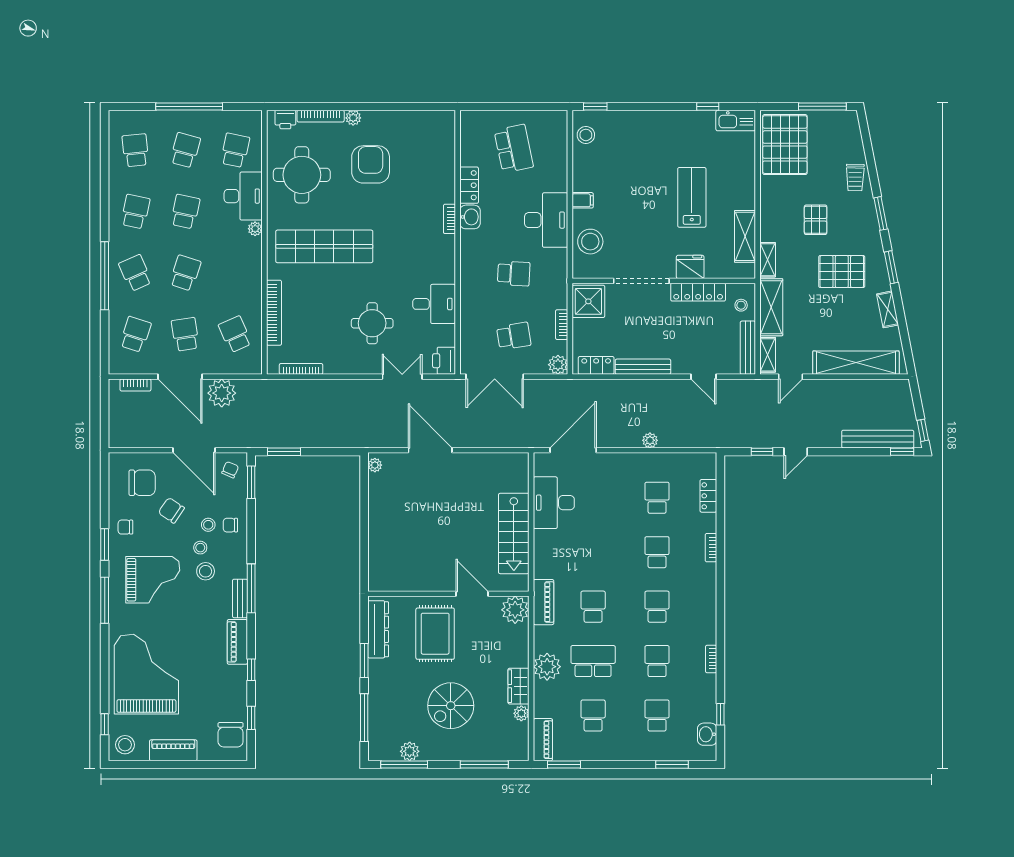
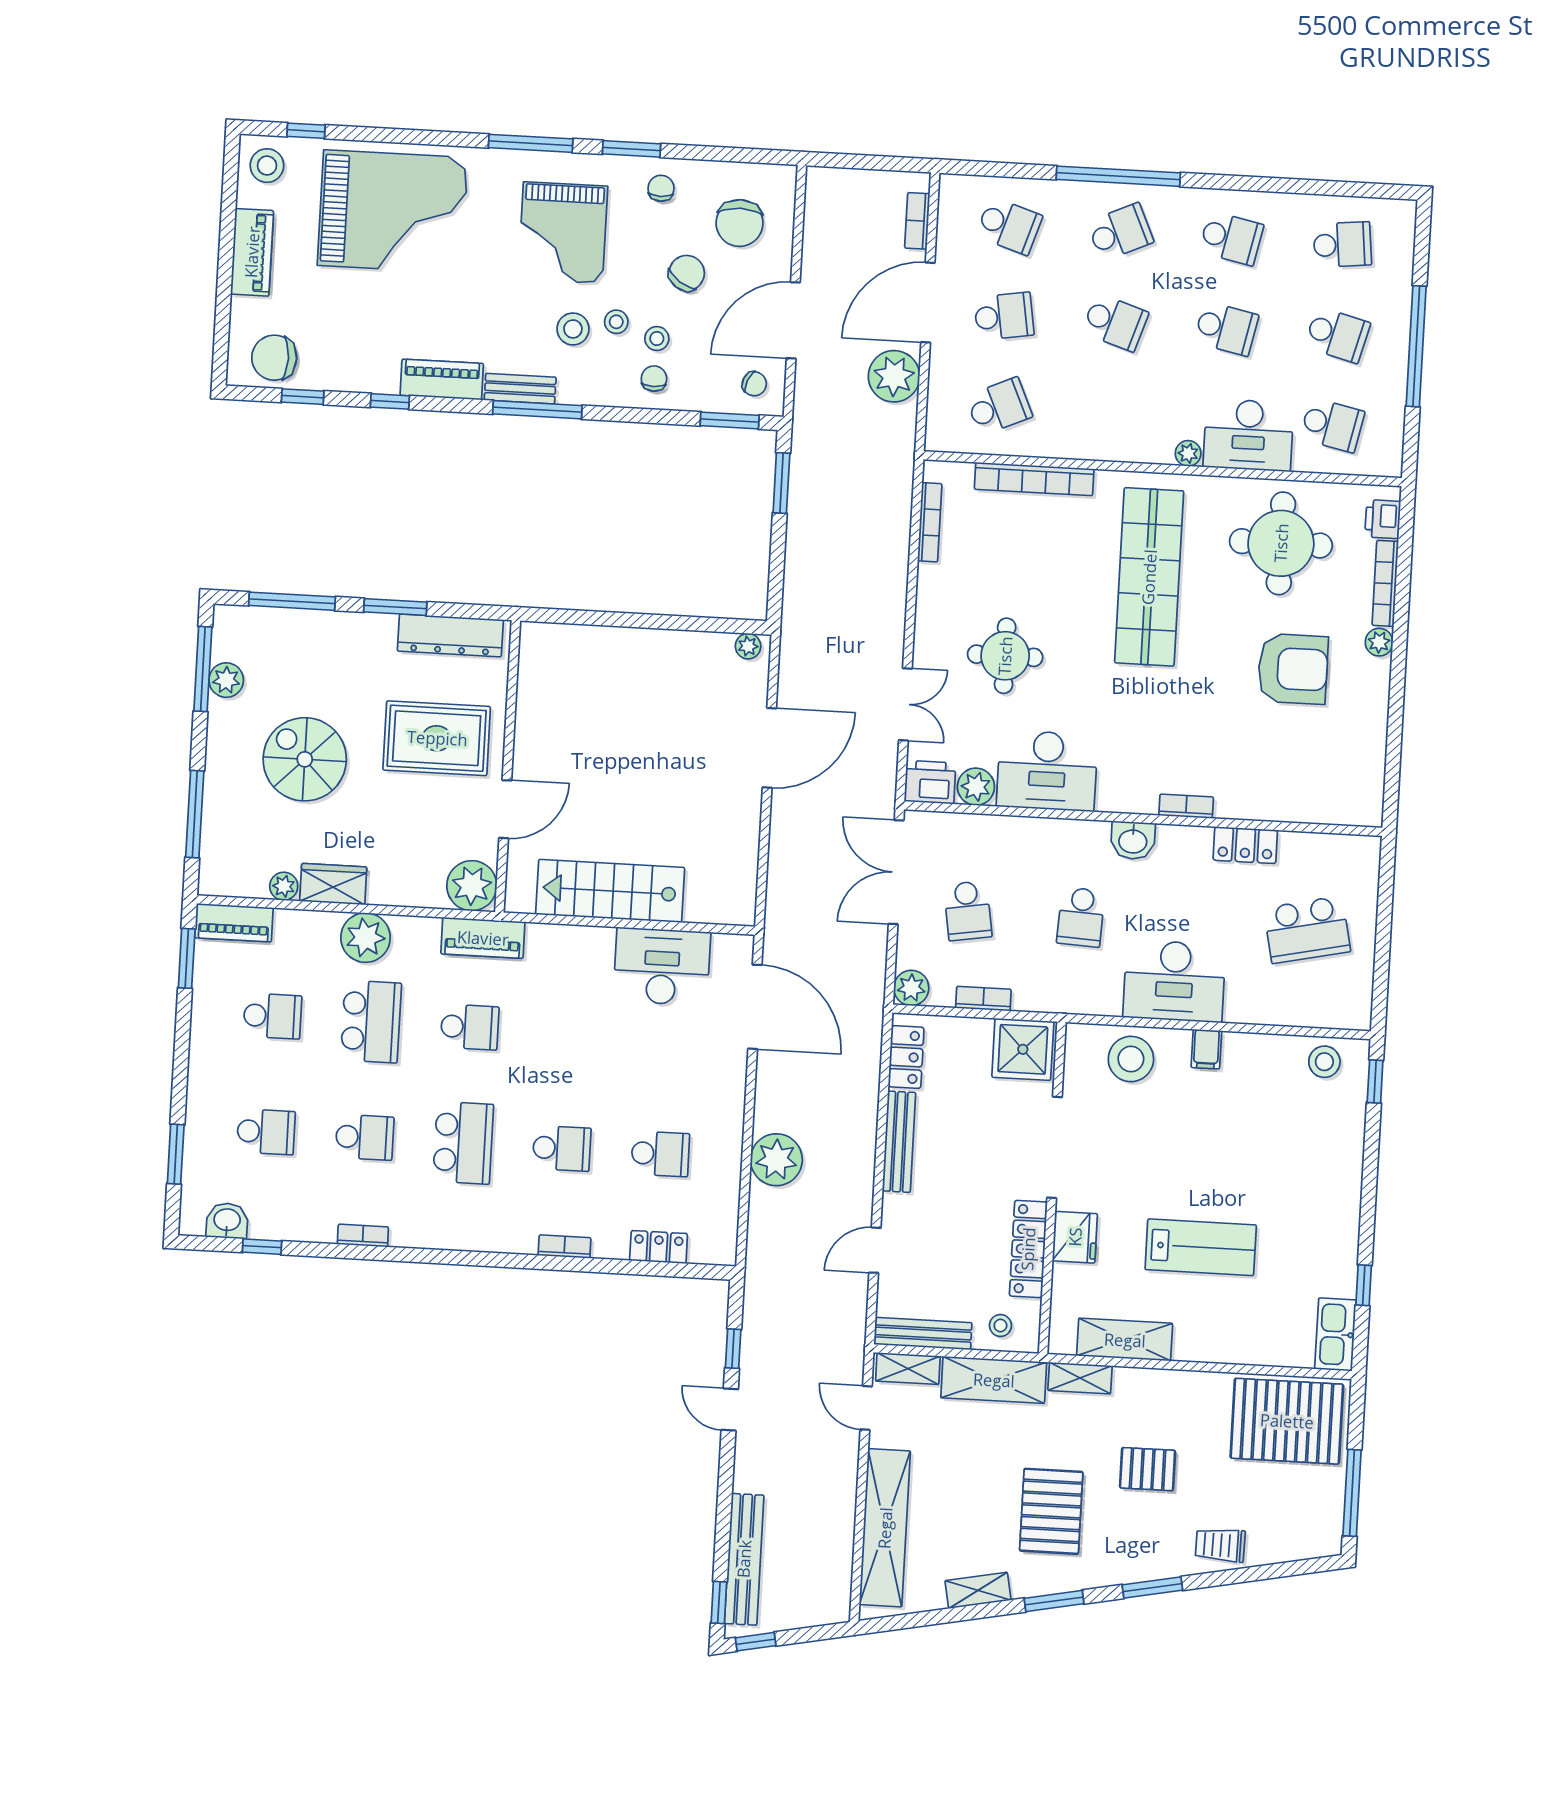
washbasin: (470, 217) -> (1133, 840), moved
desk: (434, 304) -> (1047, 771), width x1.37
plant: (445, 335) -> (976, 787), added
plant: (650, 440) -> (776, 1160), width x1.88, depth x1.88
school desk: (657, 607) -> (463, 1143), width x1.85

